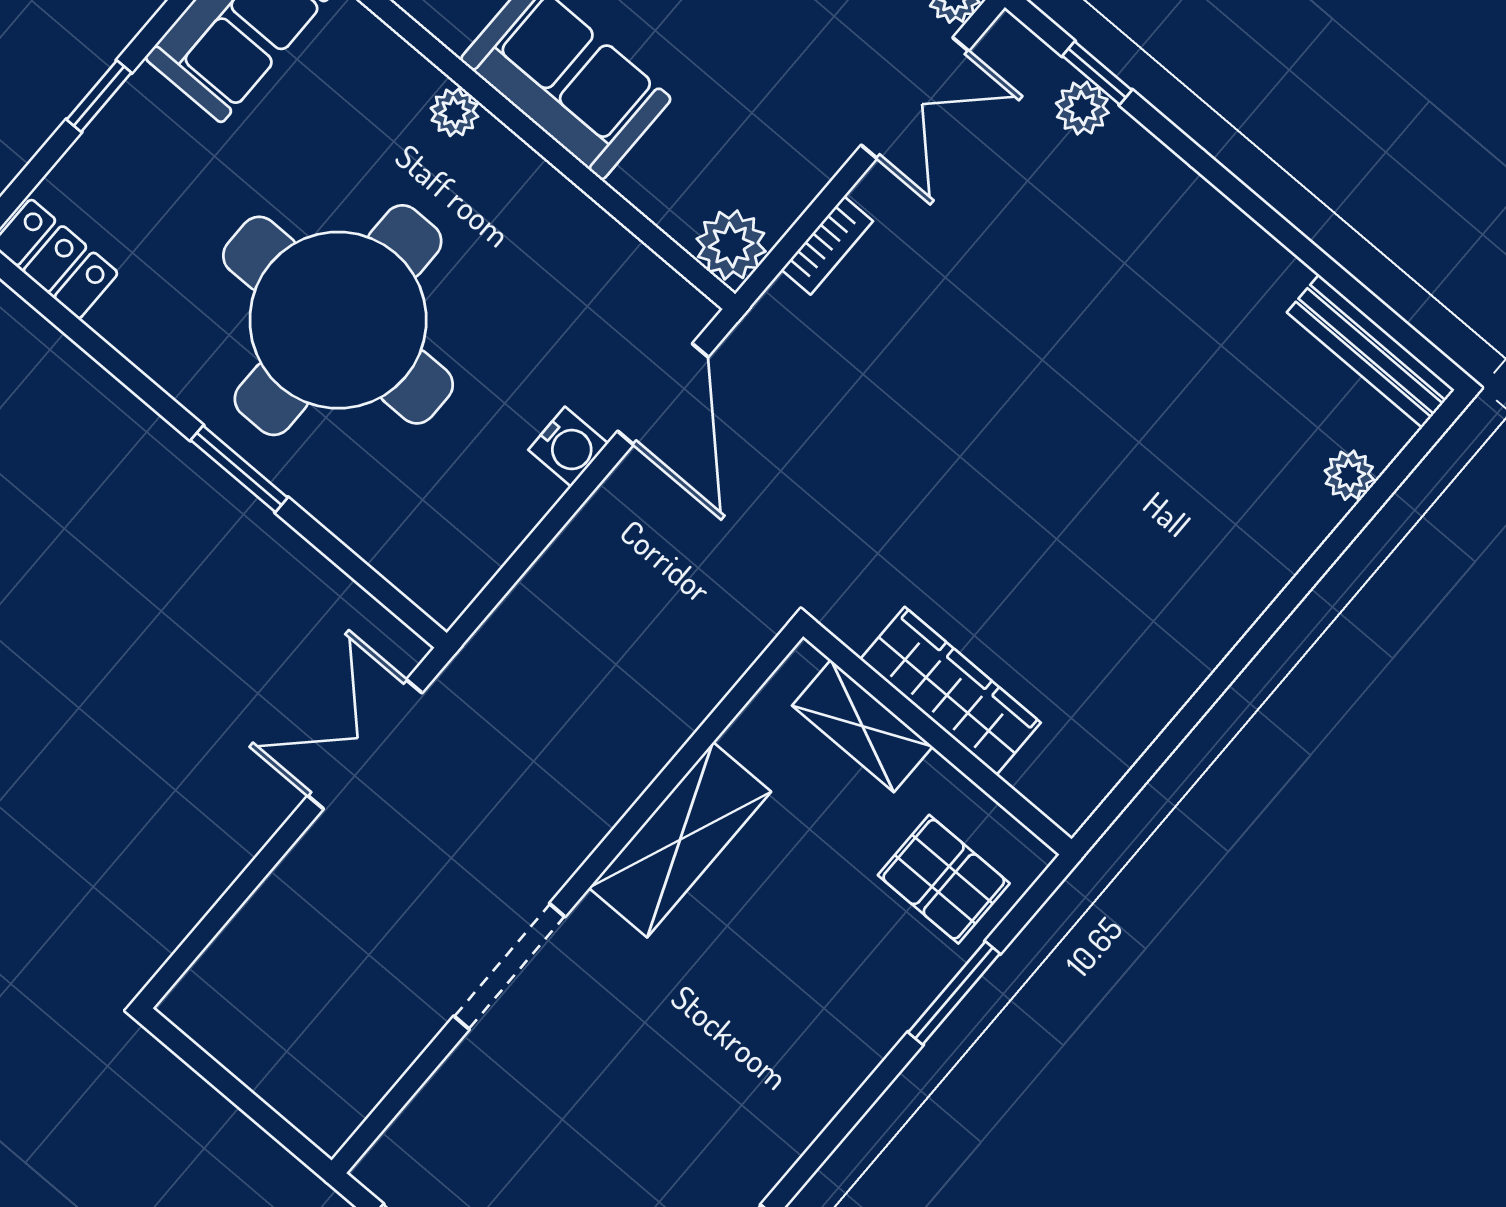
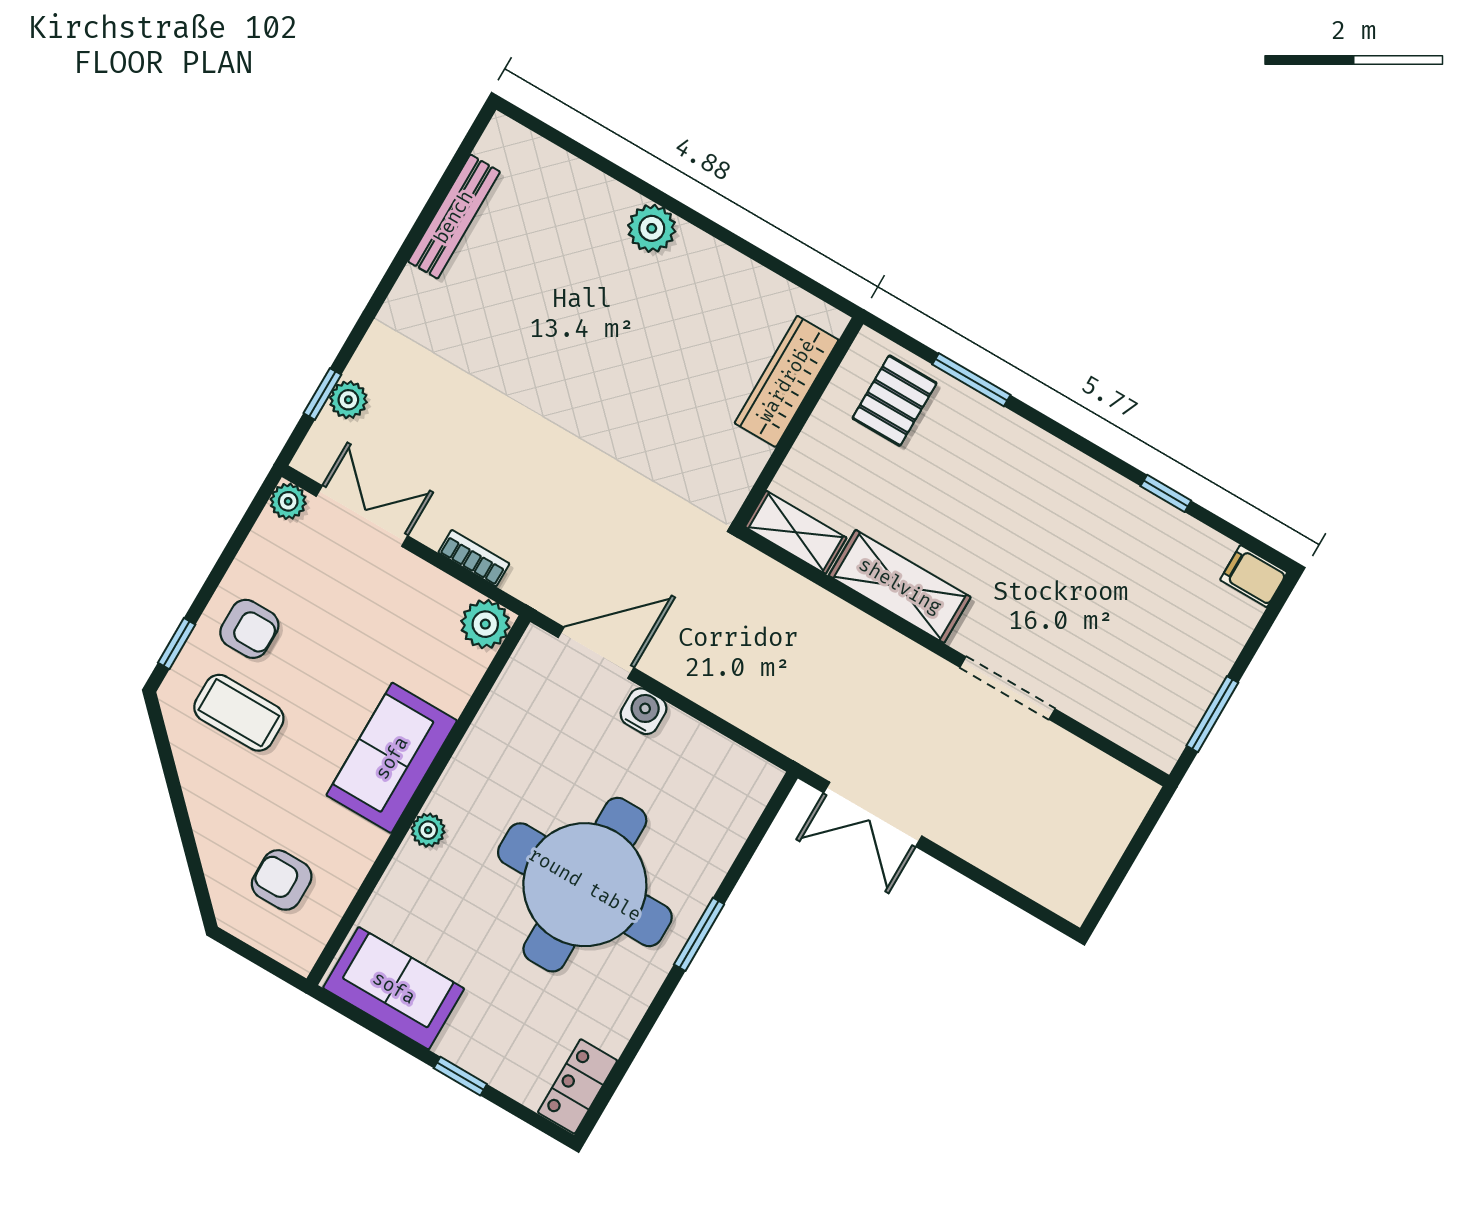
bench: (1371, 351) -> (454, 217), moved
plant: (1349, 475) -> (652, 228), moved, width x1.38, depth x1.38
wardrobe: (950, 691) -> (787, 381), moved
shelving: (862, 726) -> (796, 532), moved, turned 90

